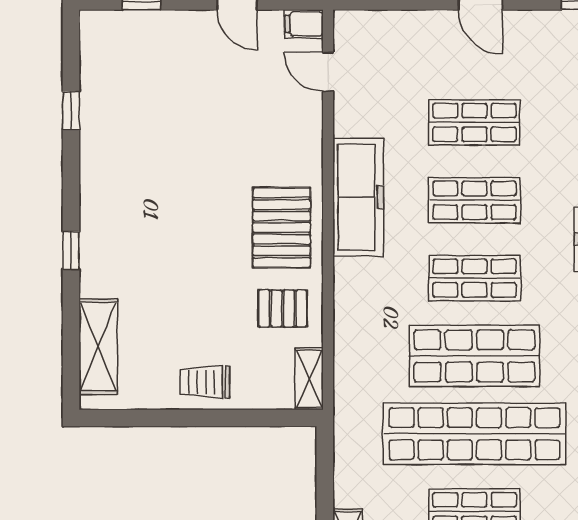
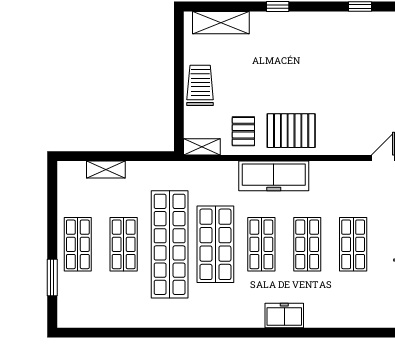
freezer: (358, 197) -> (274, 176), moved
trolley: (205, 382) -> (200, 85), width x1.36, depth x1.39

